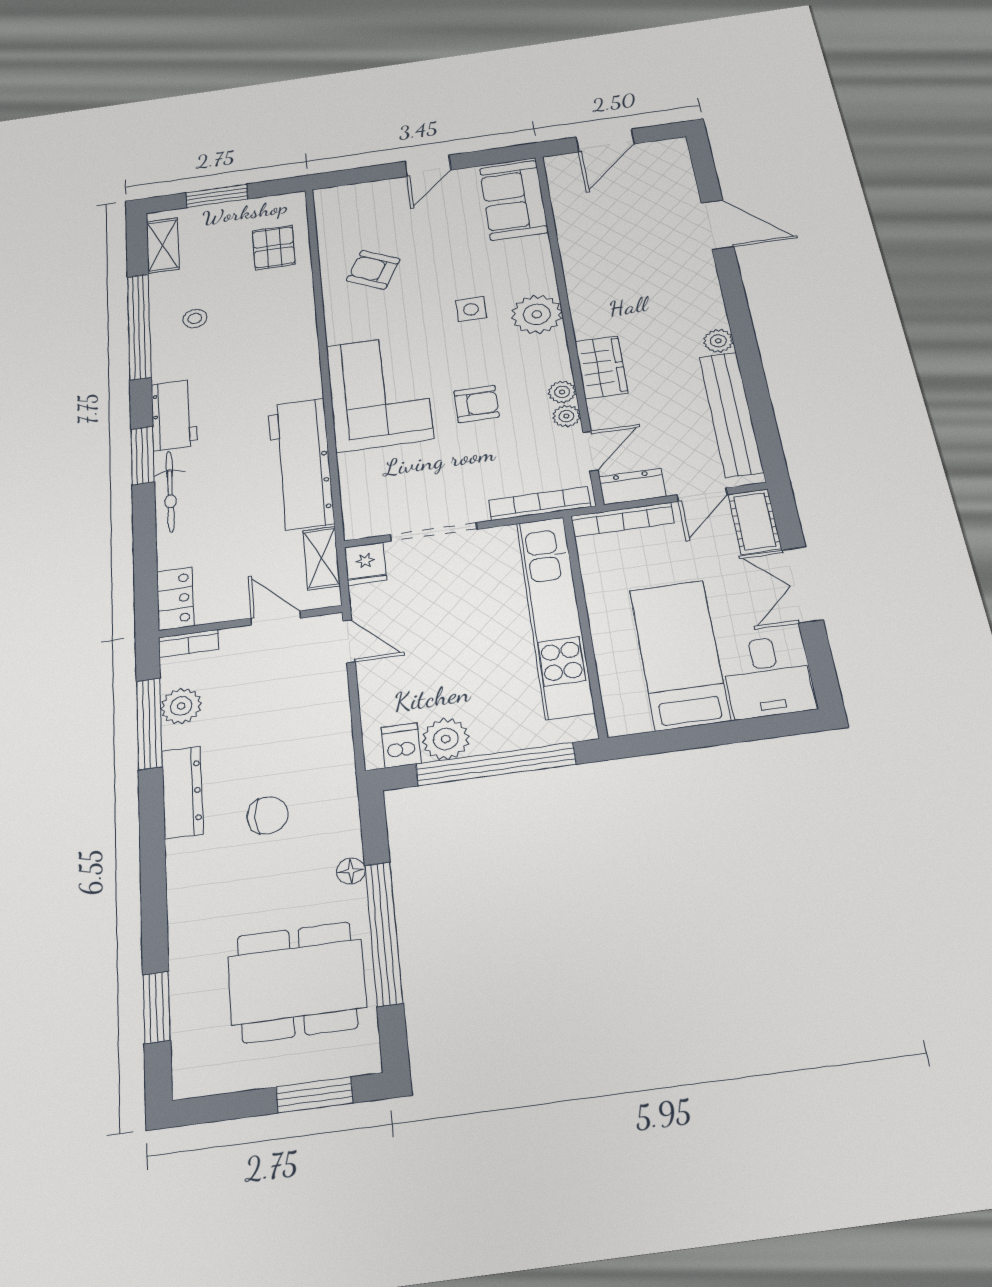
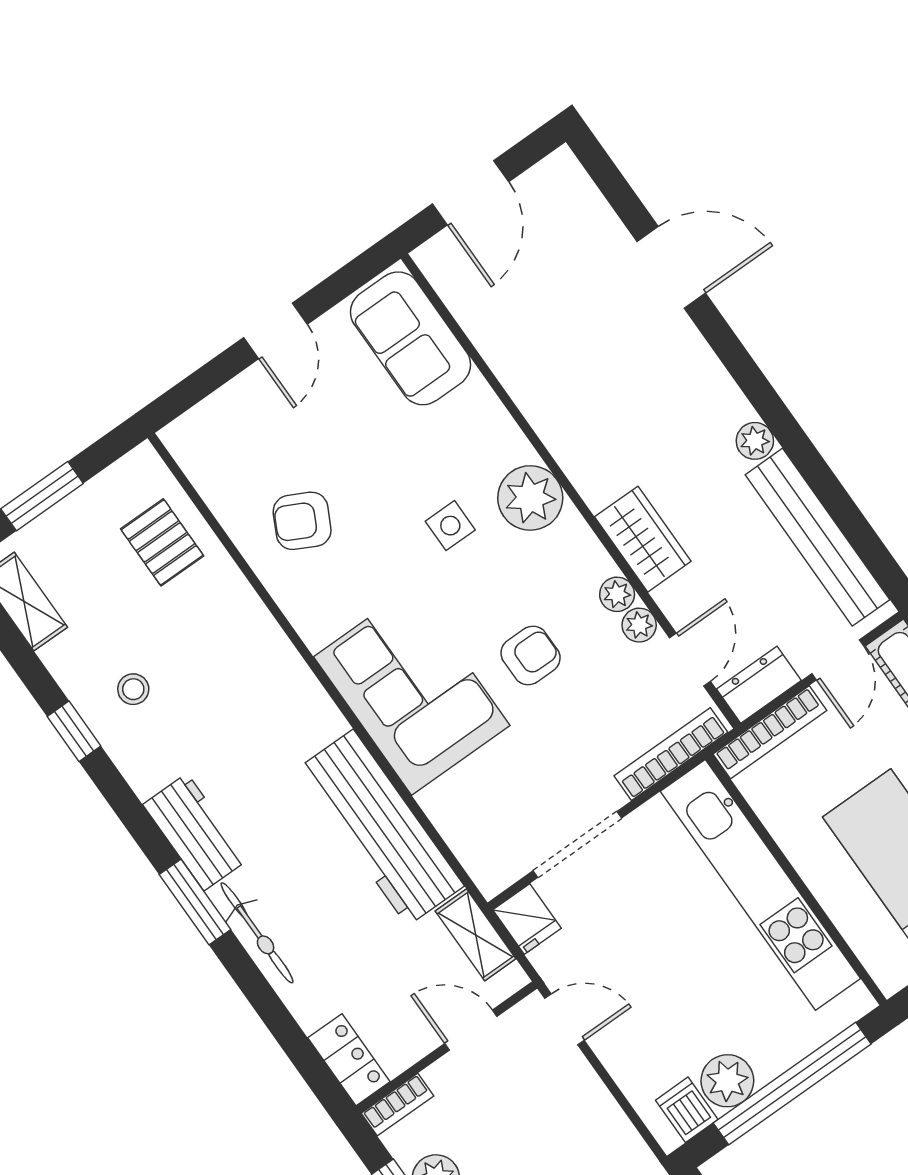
window: (139, 326) -> (74, 731), width x0.32

